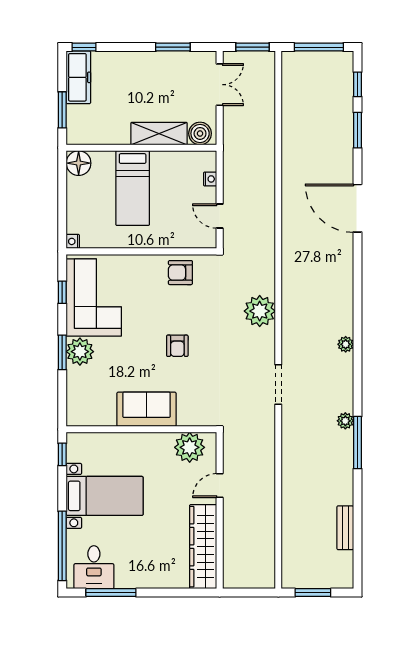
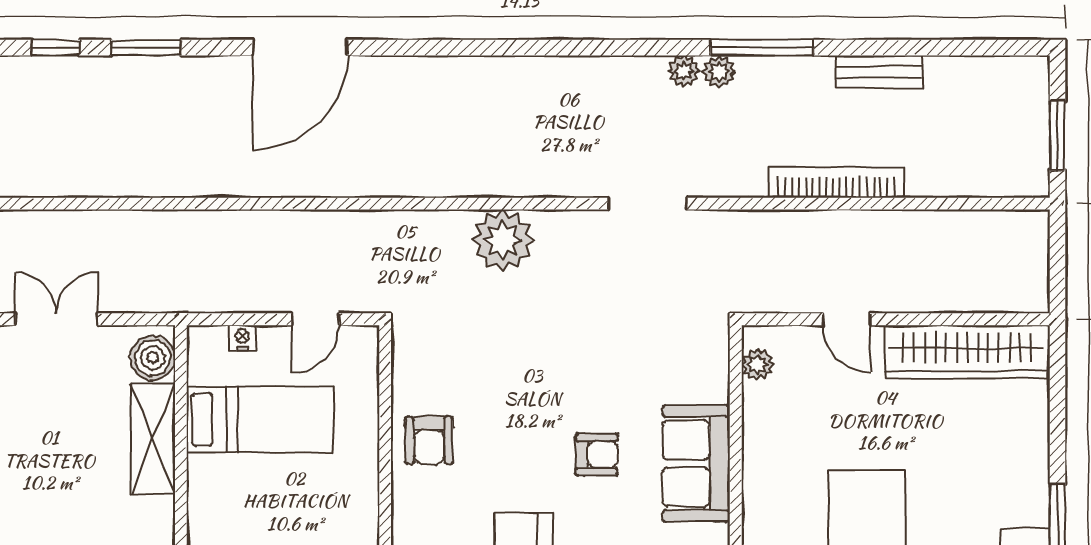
bed: (133, 188) -> (260, 420), moved
armchair: (180, 273) -> (429, 440), moved
plant: (346, 344) -> (684, 71), moved
armchair: (177, 346) -> (597, 454), moved
plant: (190, 447) -> (757, 365), width x0.53, depth x0.53
bookcase: (289, 480) -> (836, 183), added
bench: (345, 528) -> (879, 72), moved

